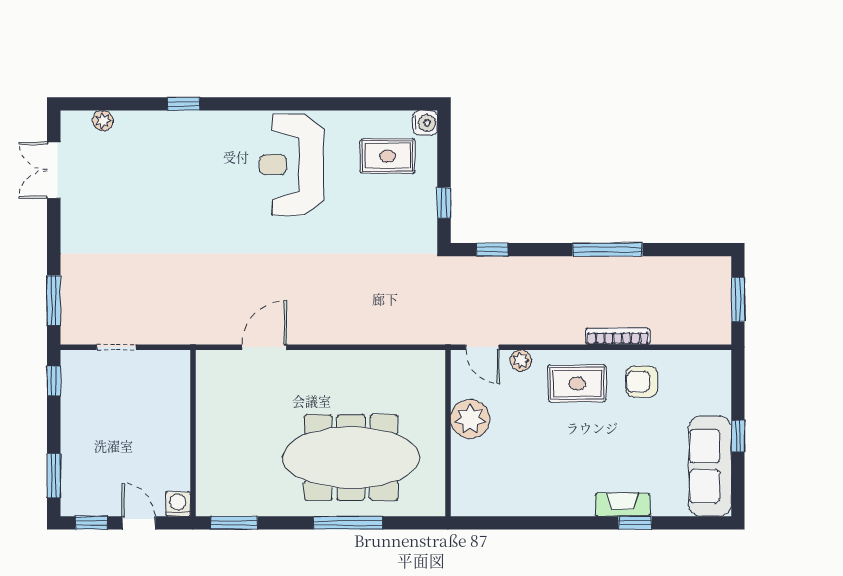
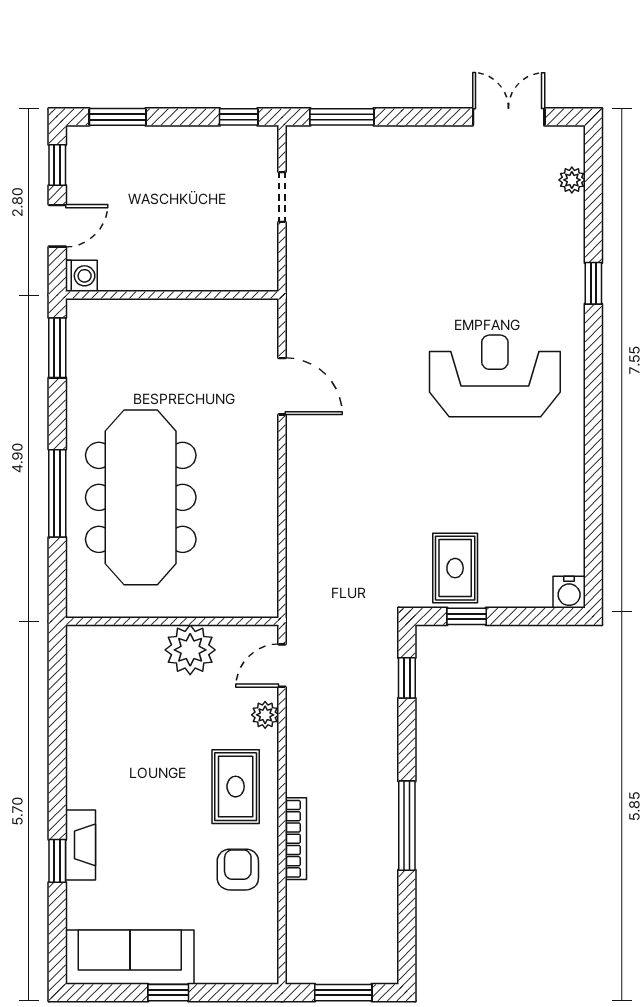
rug: (388, 156) -> (455, 568), moved
reception desk: (292, 165) -> (495, 376), moved

